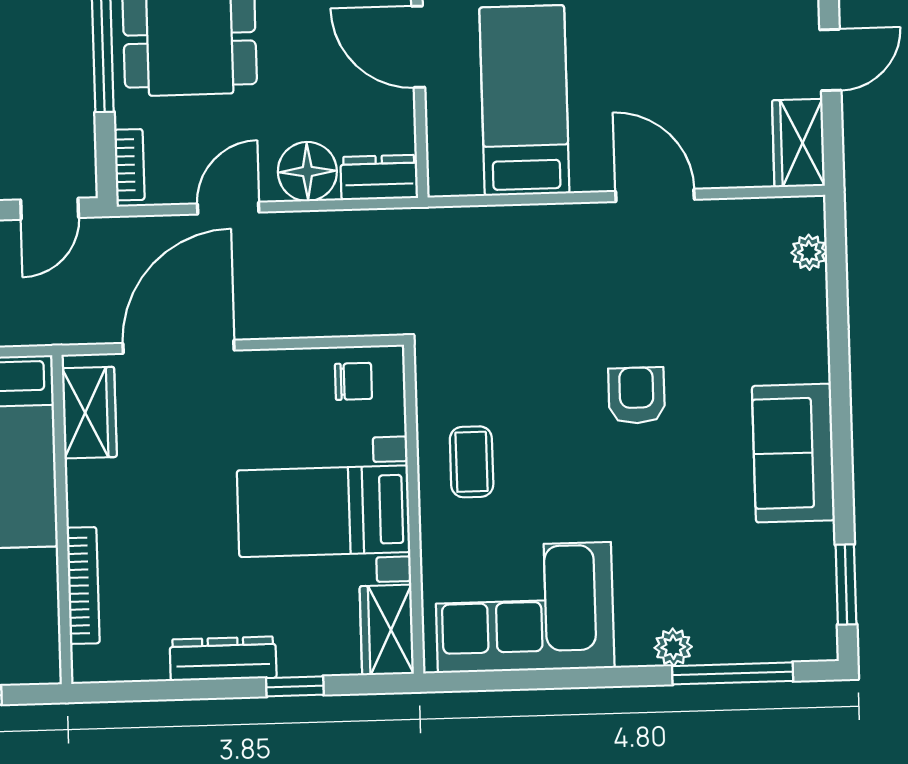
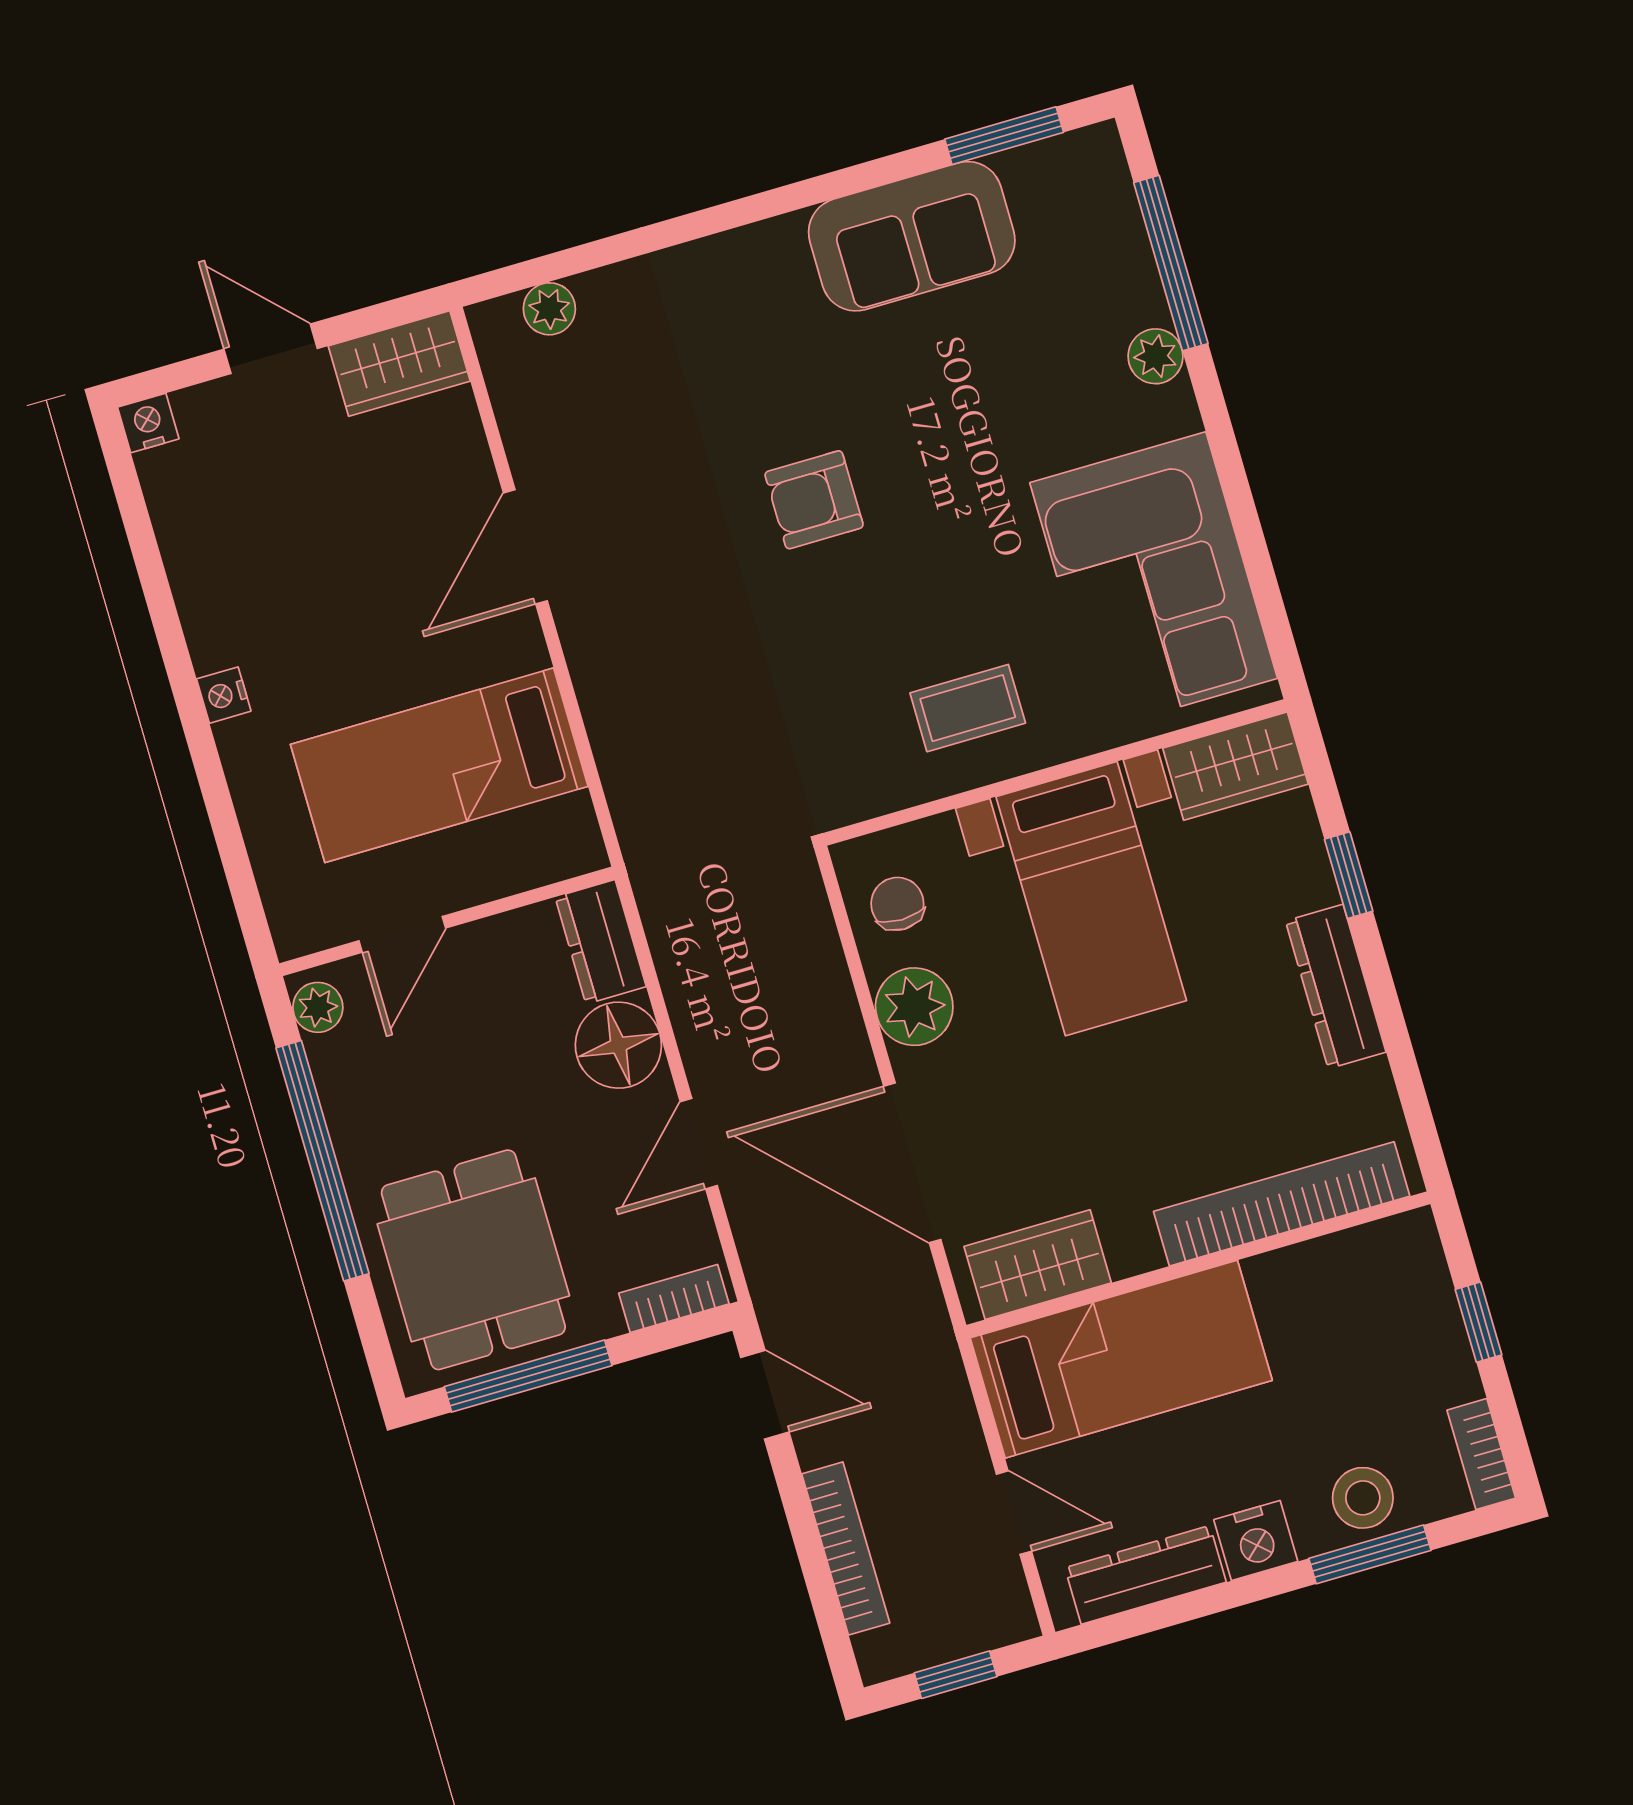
door: (418, 47) -> (402, 934), width x0.73
door: (228, 208) -> (699, 1144), hinge flipped
plant: (282, 375) -> (914, 1007), added
sofa: (793, 453) -> (912, 236), moved
bookcase: (83, 585) -> (1282, 1204), width x1.48, depth x1.31

